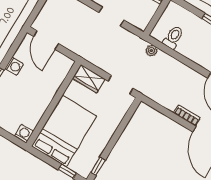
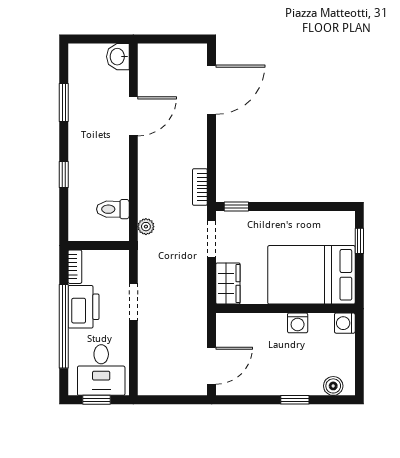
washing machine: (14, 66) -> (298, 323), moved, turned 180
bookcase: (187, 115) -> (200, 187), moved
window: (98, 166) -> (236, 206), moved

